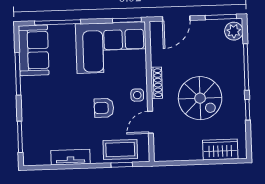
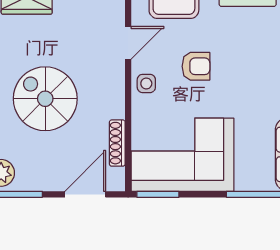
shoe rack: (157, 83) -> (117, 143), moved
spiral stairs: (200, 98) -> (45, 99), moved

